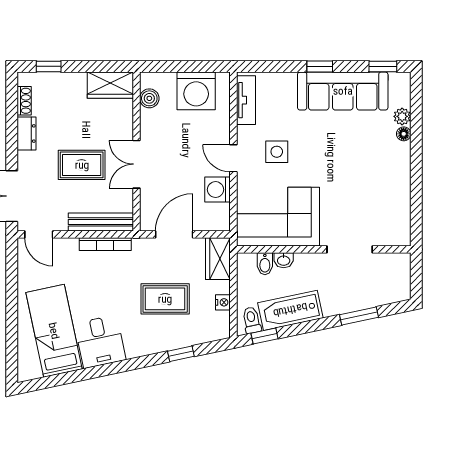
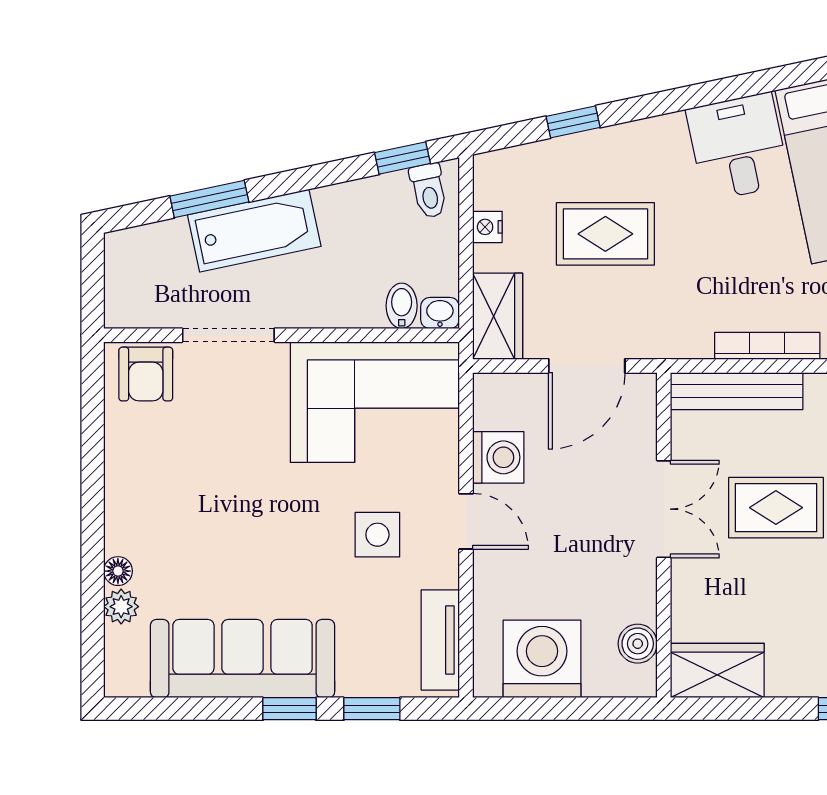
window: (383, 66) -> (372, 709), moved
armchair: (390, 230) -> (146, 374), added
bookcase: (105, 244) -> (767, 346), moved
washbasin: (284, 260) -> (440, 313), moved
bathtub: (290, 310) -> (254, 231), moved

